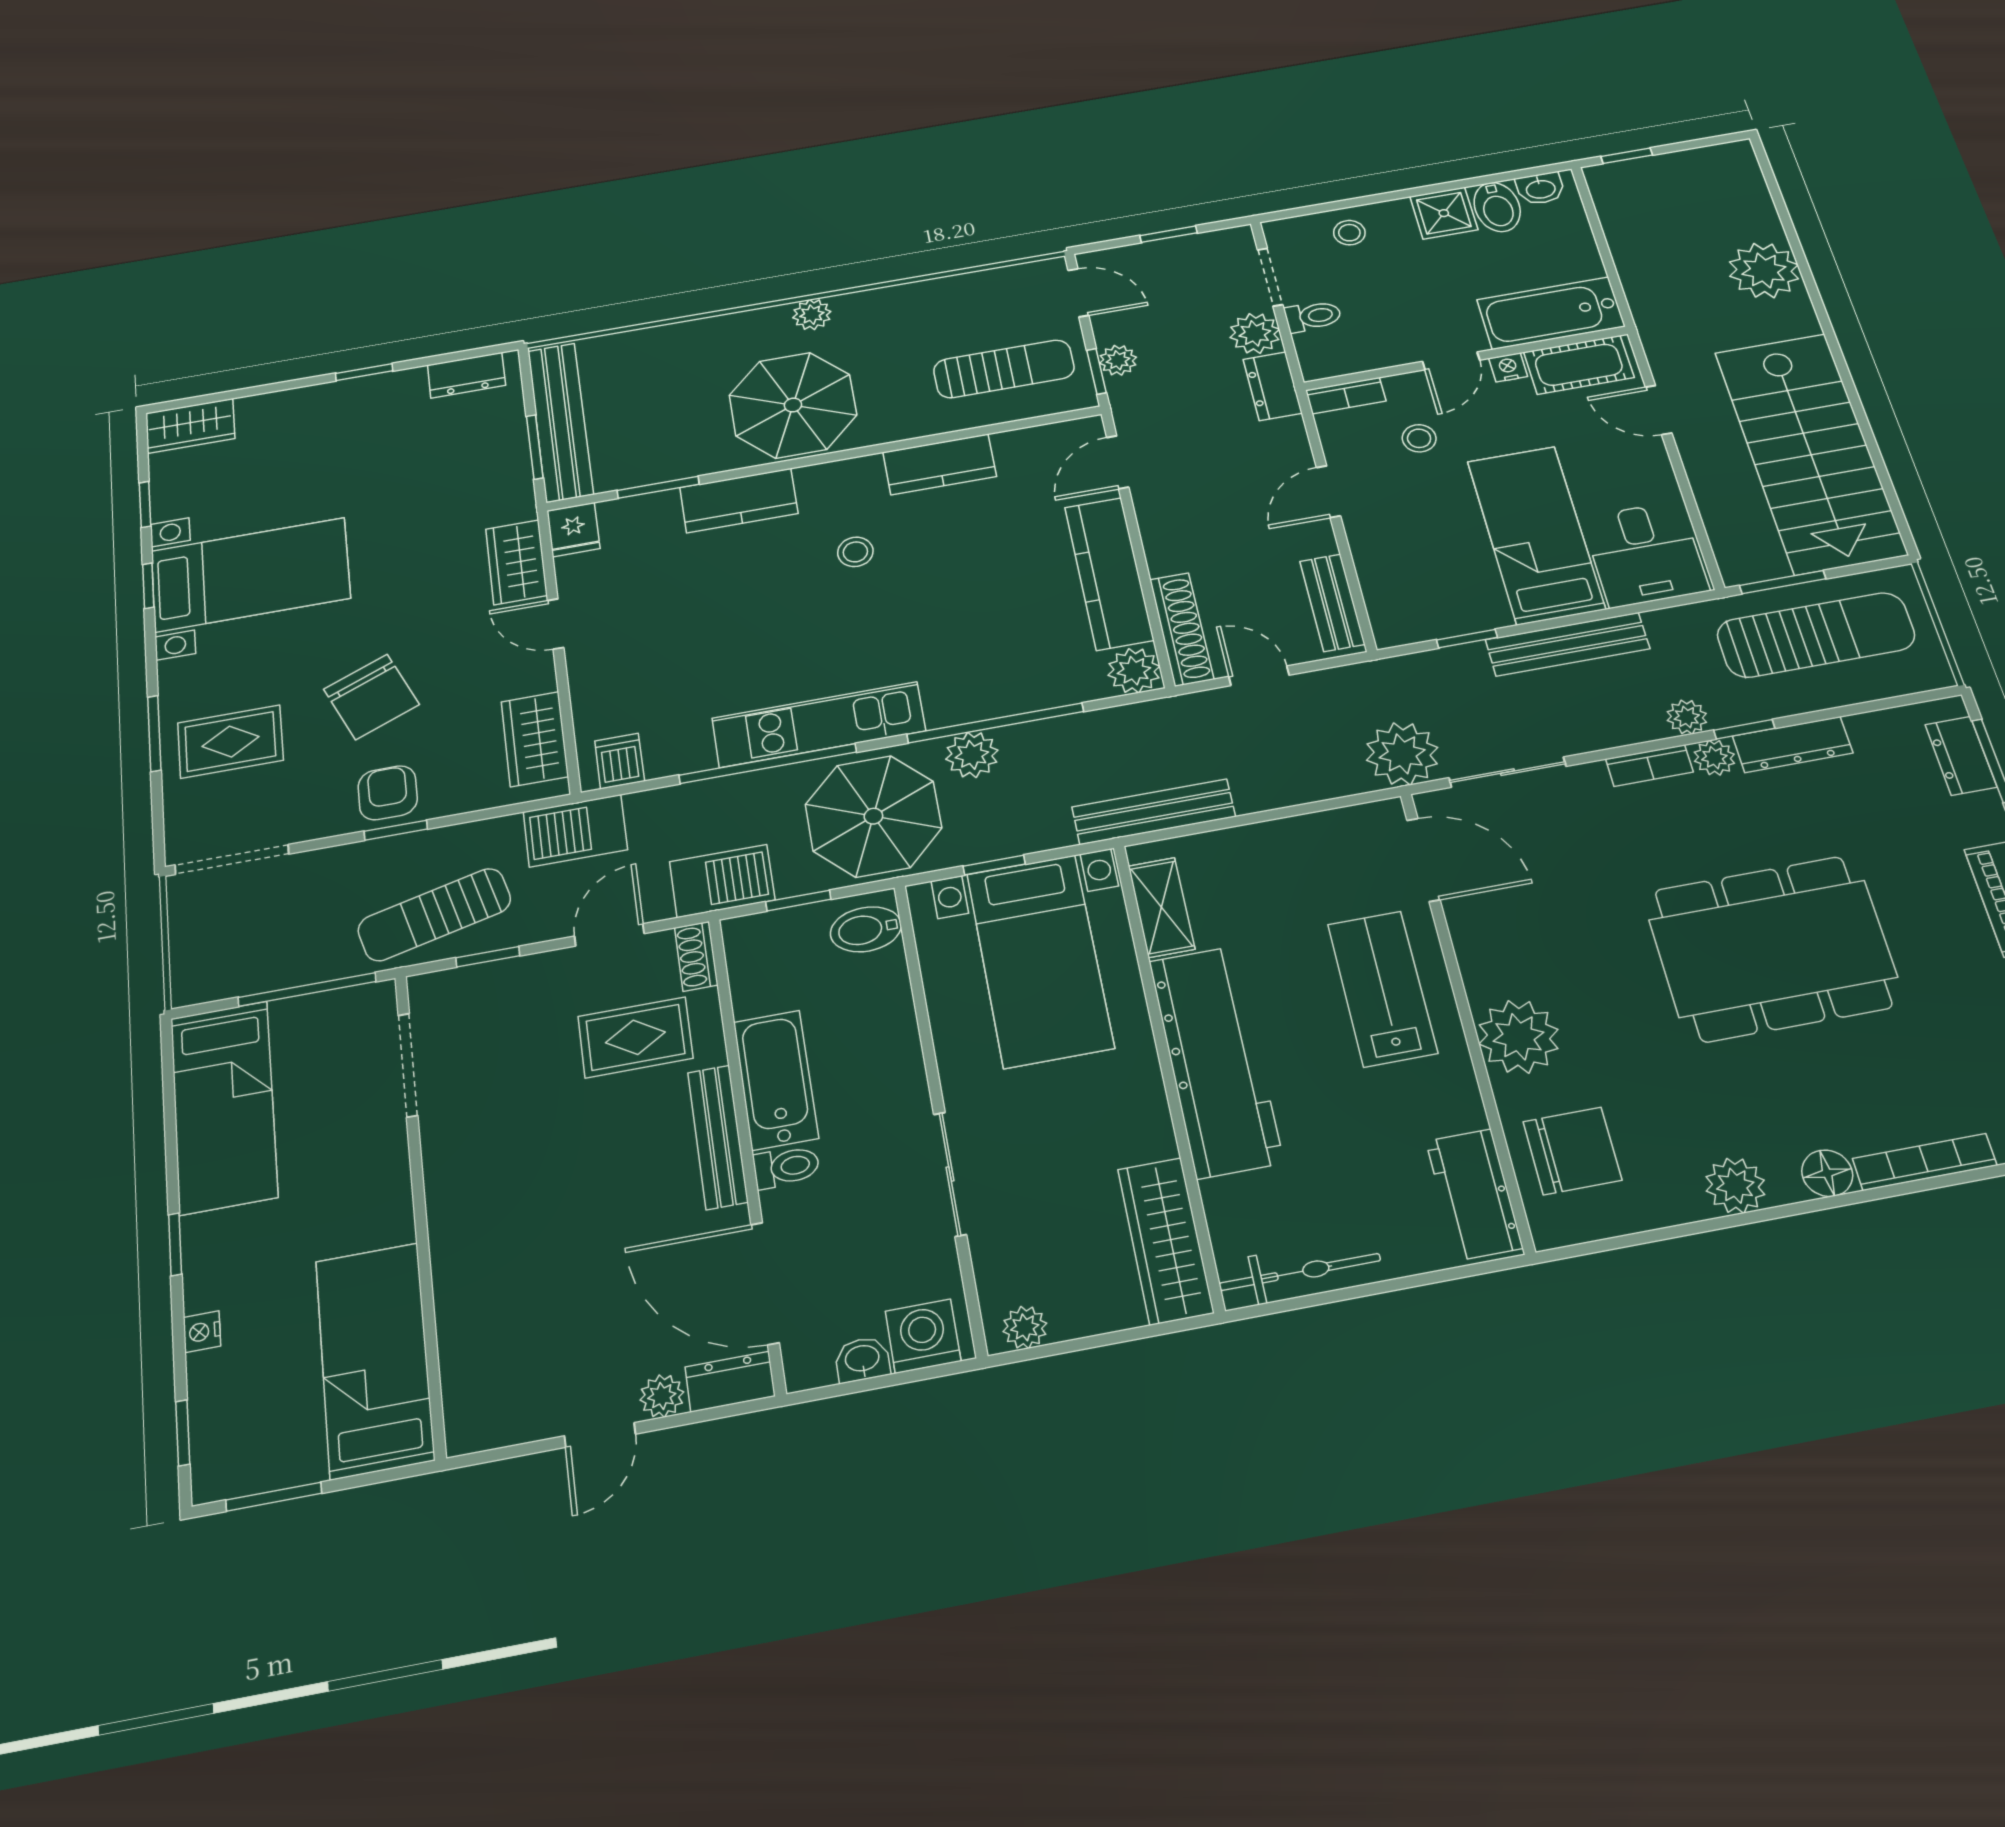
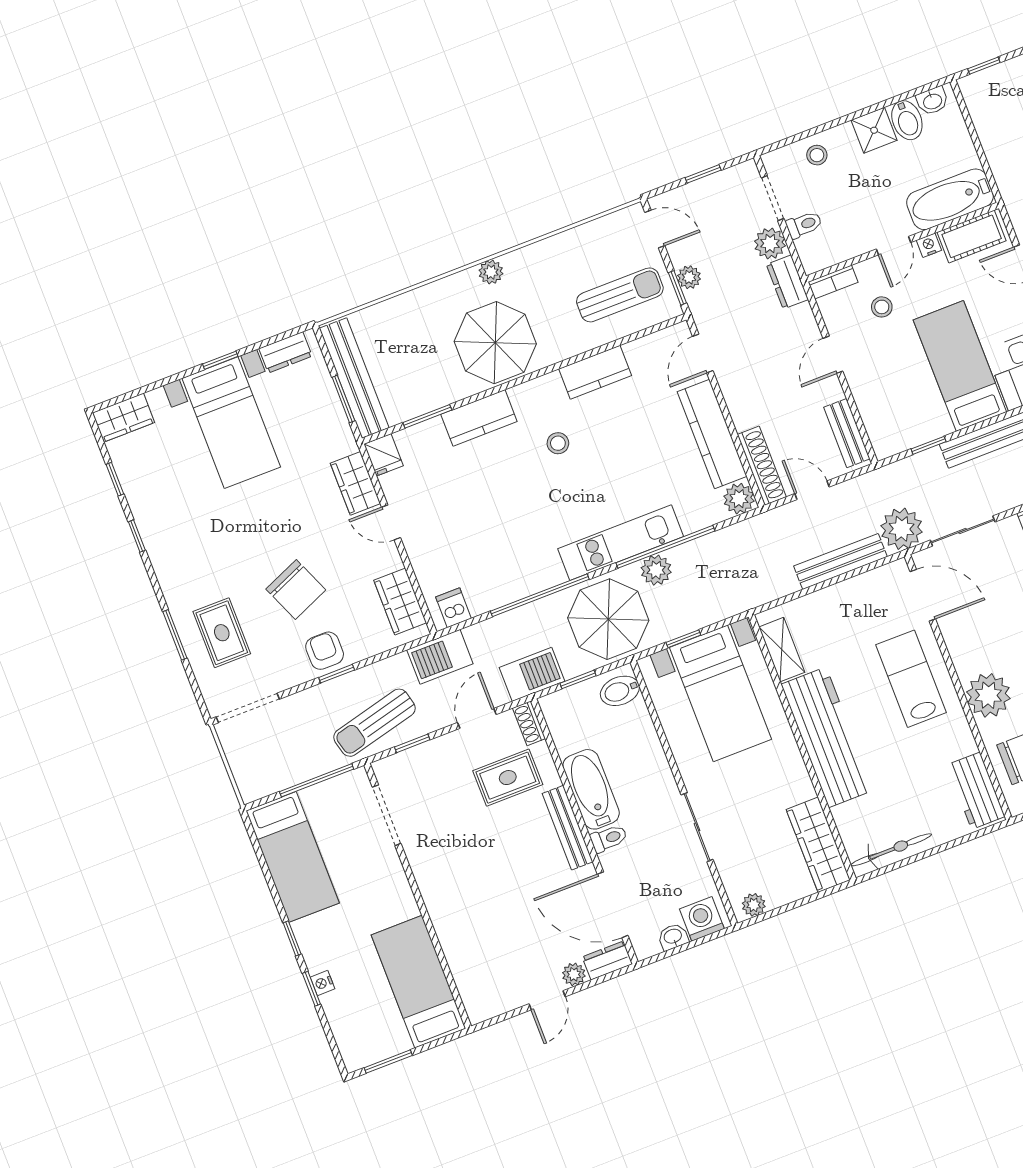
bed with nightstands: (250, 575) -> (231, 423), moved, turned 90
kitchen unit: (819, 725) -> (621, 543), moved
rug: (230, 742) -> (222, 633), turned 90
bench: (1154, 812) -> (840, 561), moved
window: (183, 1433) -> (311, 989), moved

